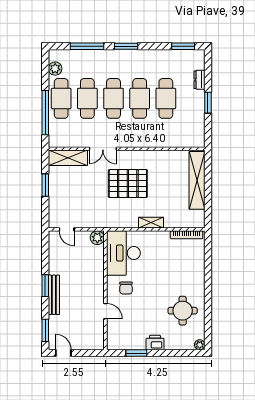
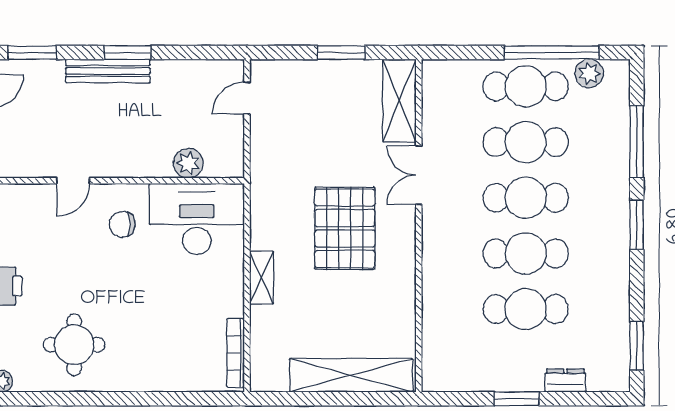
window: (45, 113) -> (552, 53), moved
plant: (97, 238) -> (188, 163), moved

